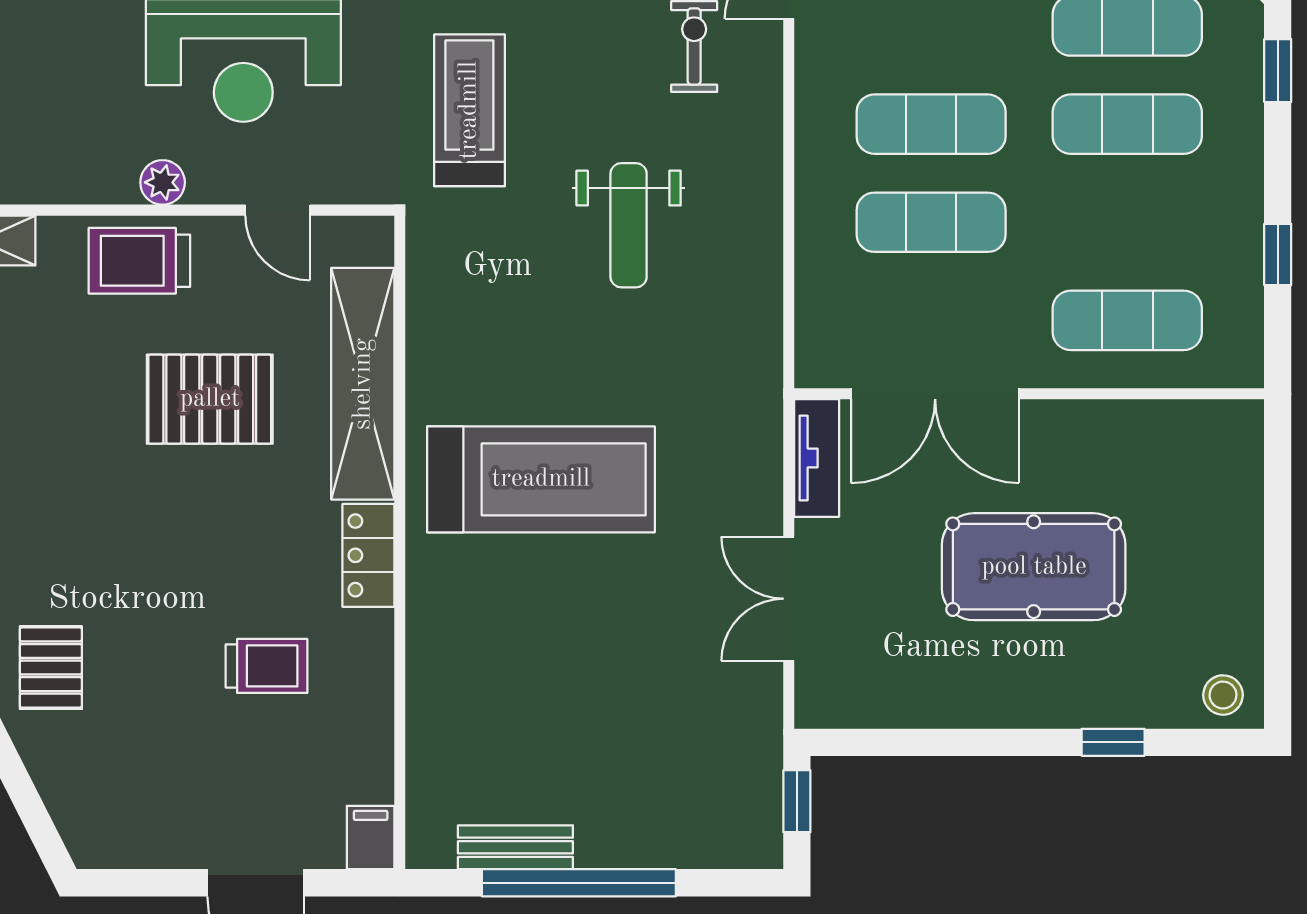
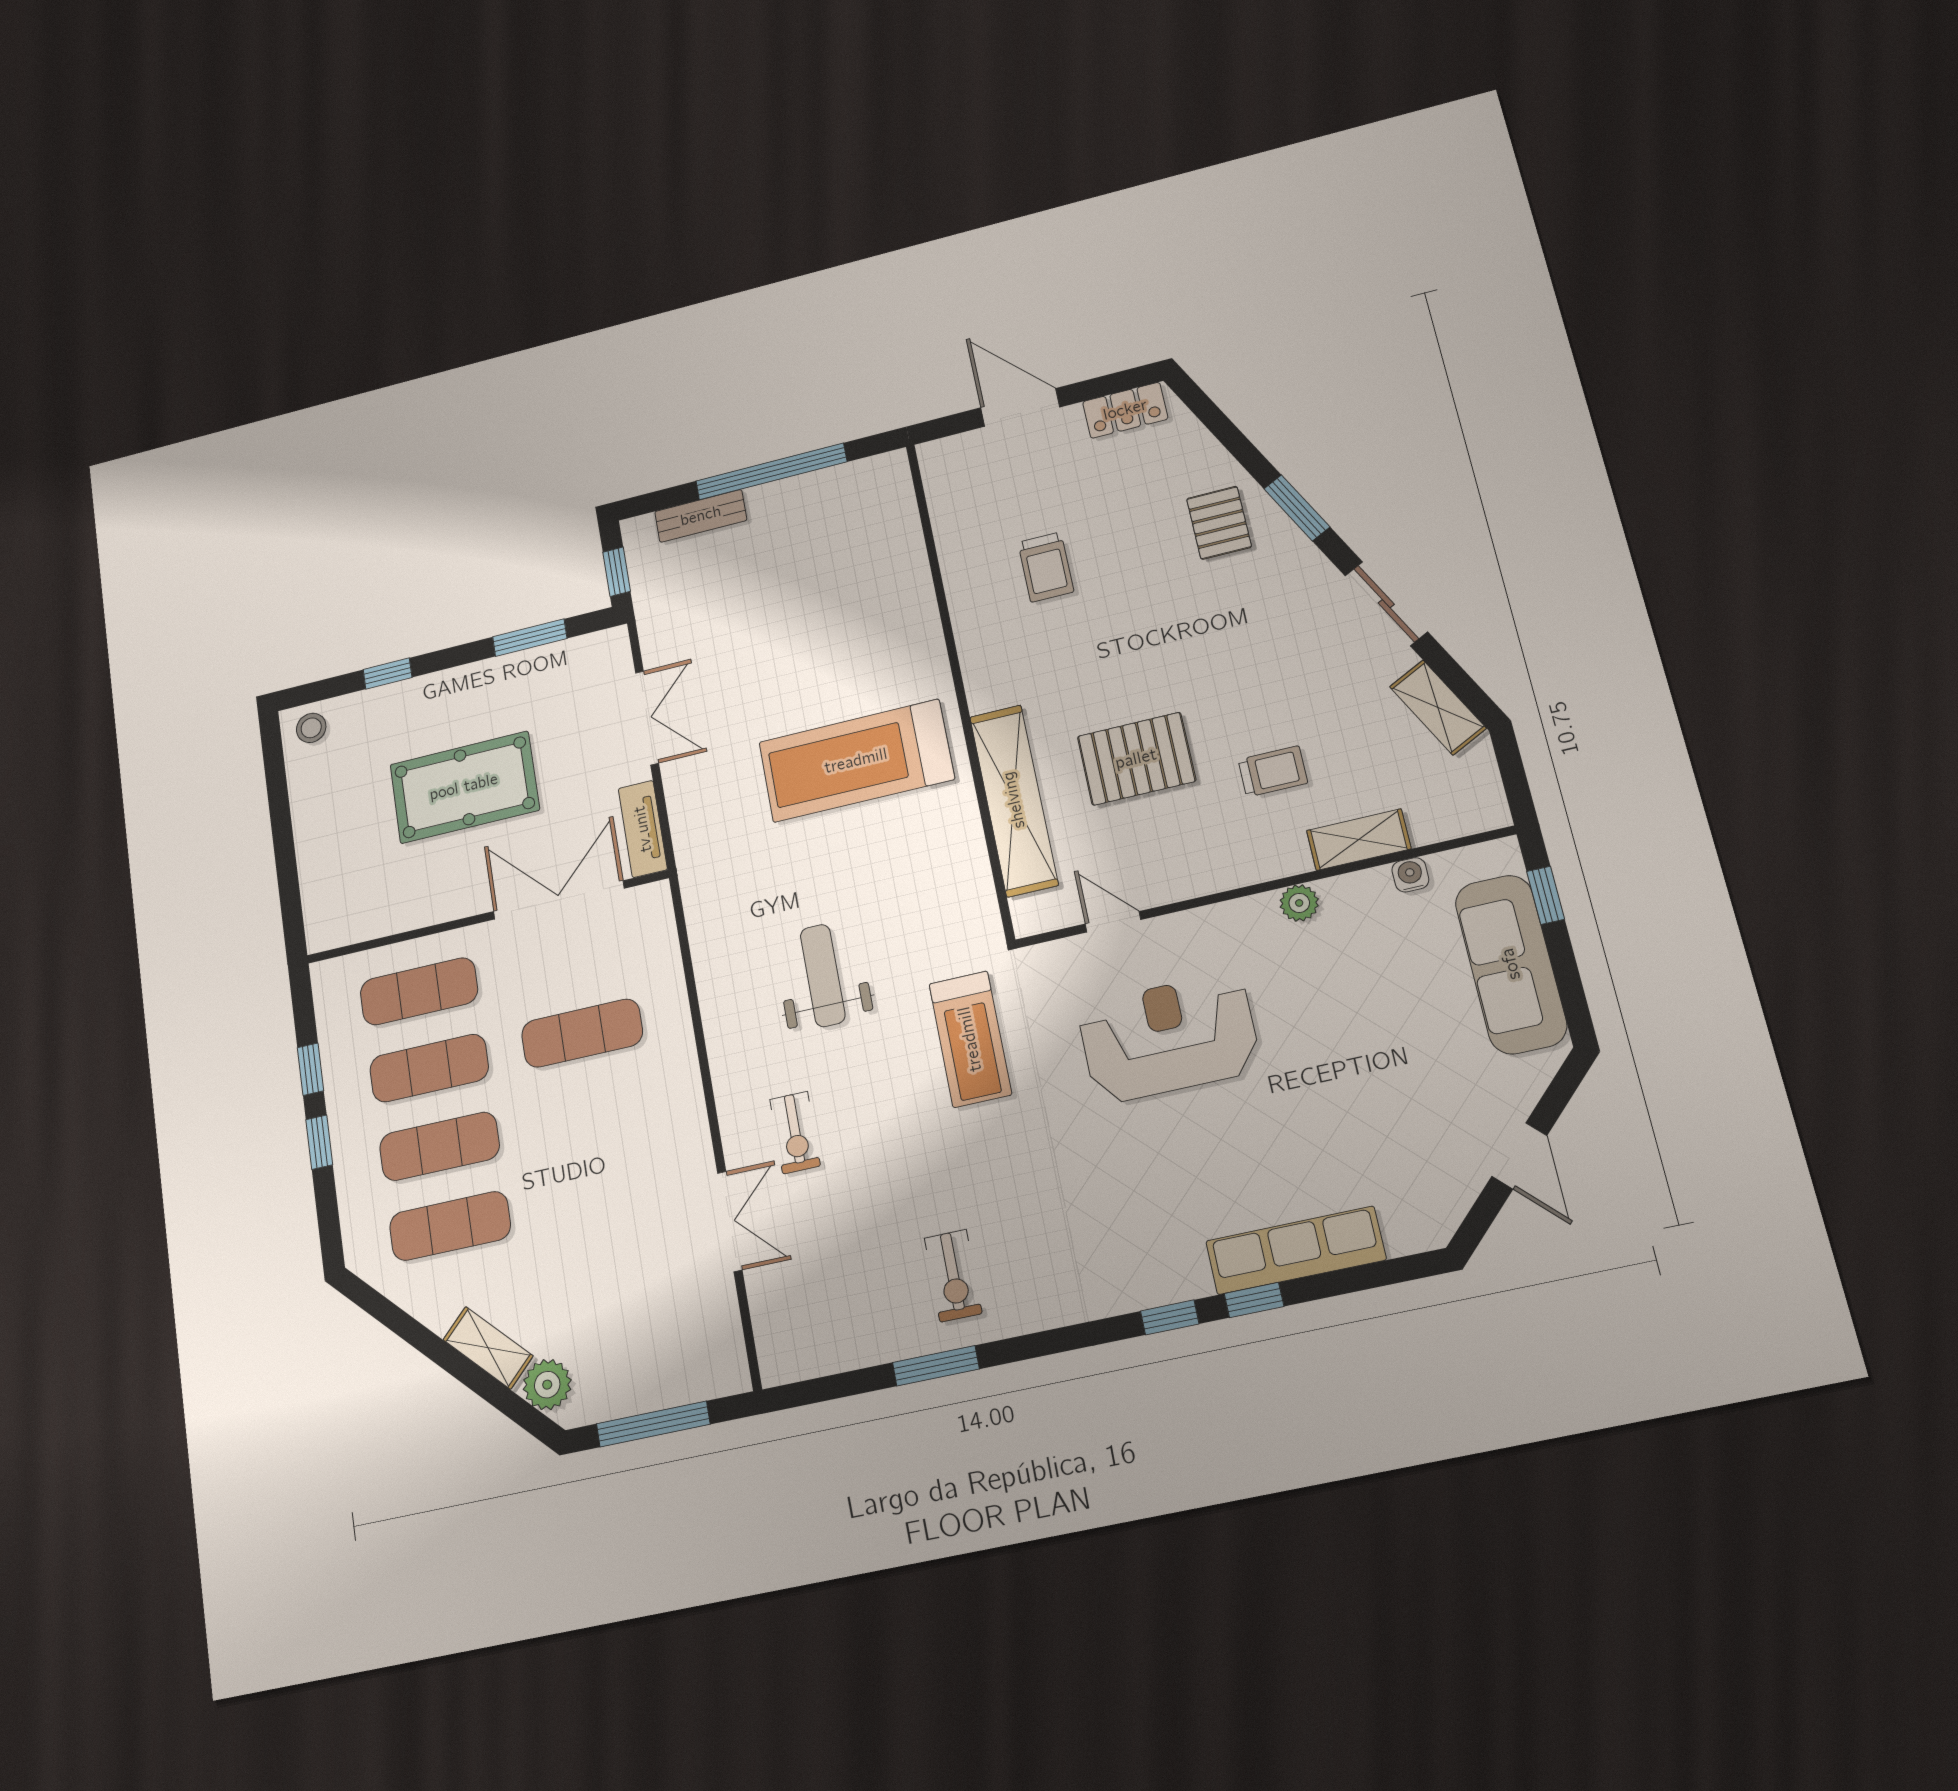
window: (1278, 71) -> (319, 1142), moved
exercise mat: (931, 124) -> (429, 1068), moved
plant: (163, 182) -> (1299, 903), moved
trolley: (139, 261) -> (1273, 771), moved, width x0.73, depth x0.72
locker: (368, 555) -> (1125, 410), moved, turned 90
trolley: (266, 666) -> (1046, 567), turned -90
window: (921, 742) -> (530, 638), added
filing cabinet: (371, 838) -> (937, 463), removed
bench: (515, 847) -> (701, 516), moved

